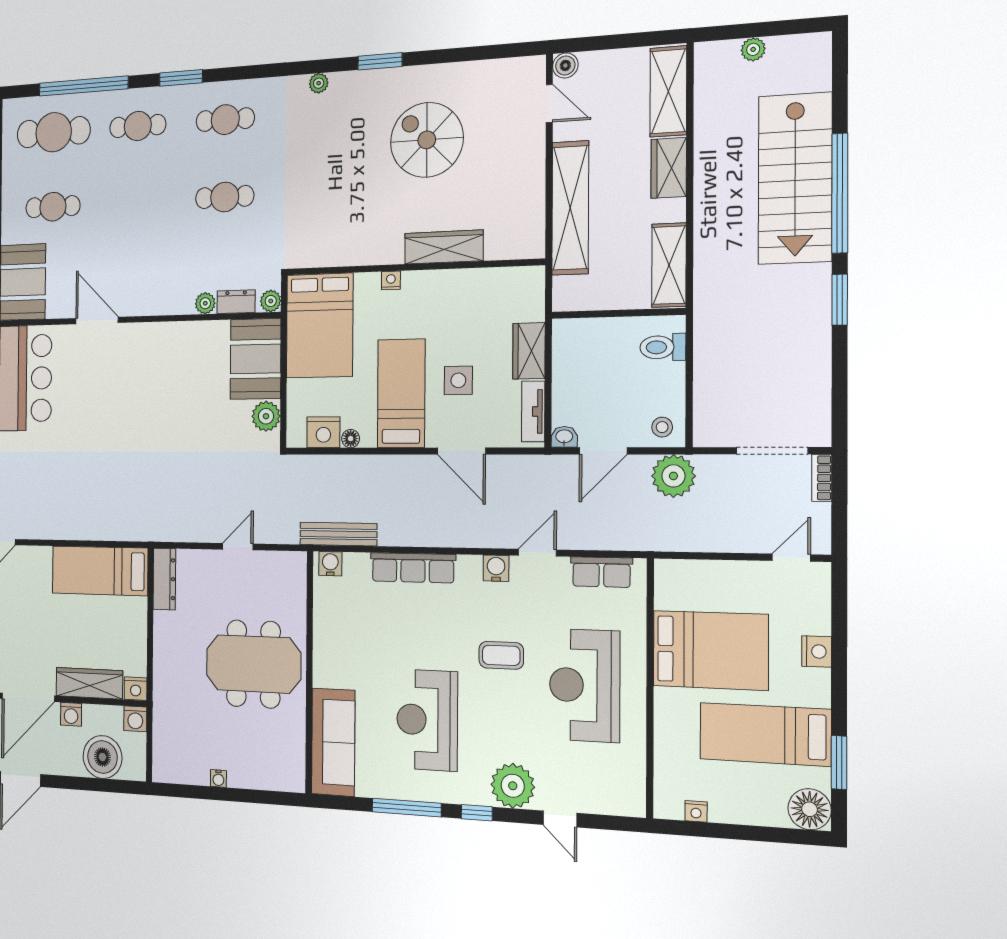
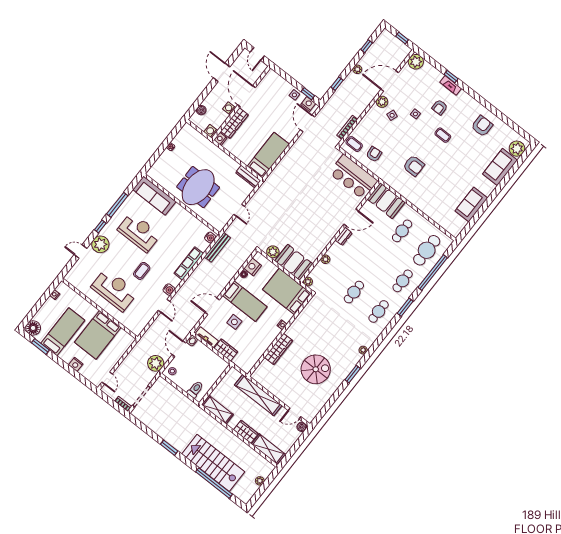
window: (840, 193) -> (214, 483), moved
dresser: (236, 302) -> (344, 236), moved
row of seats: (602, 572) -> (144, 321), removed
boiler: (102, 757) -> (201, 110), width x0.54, depth x0.54

